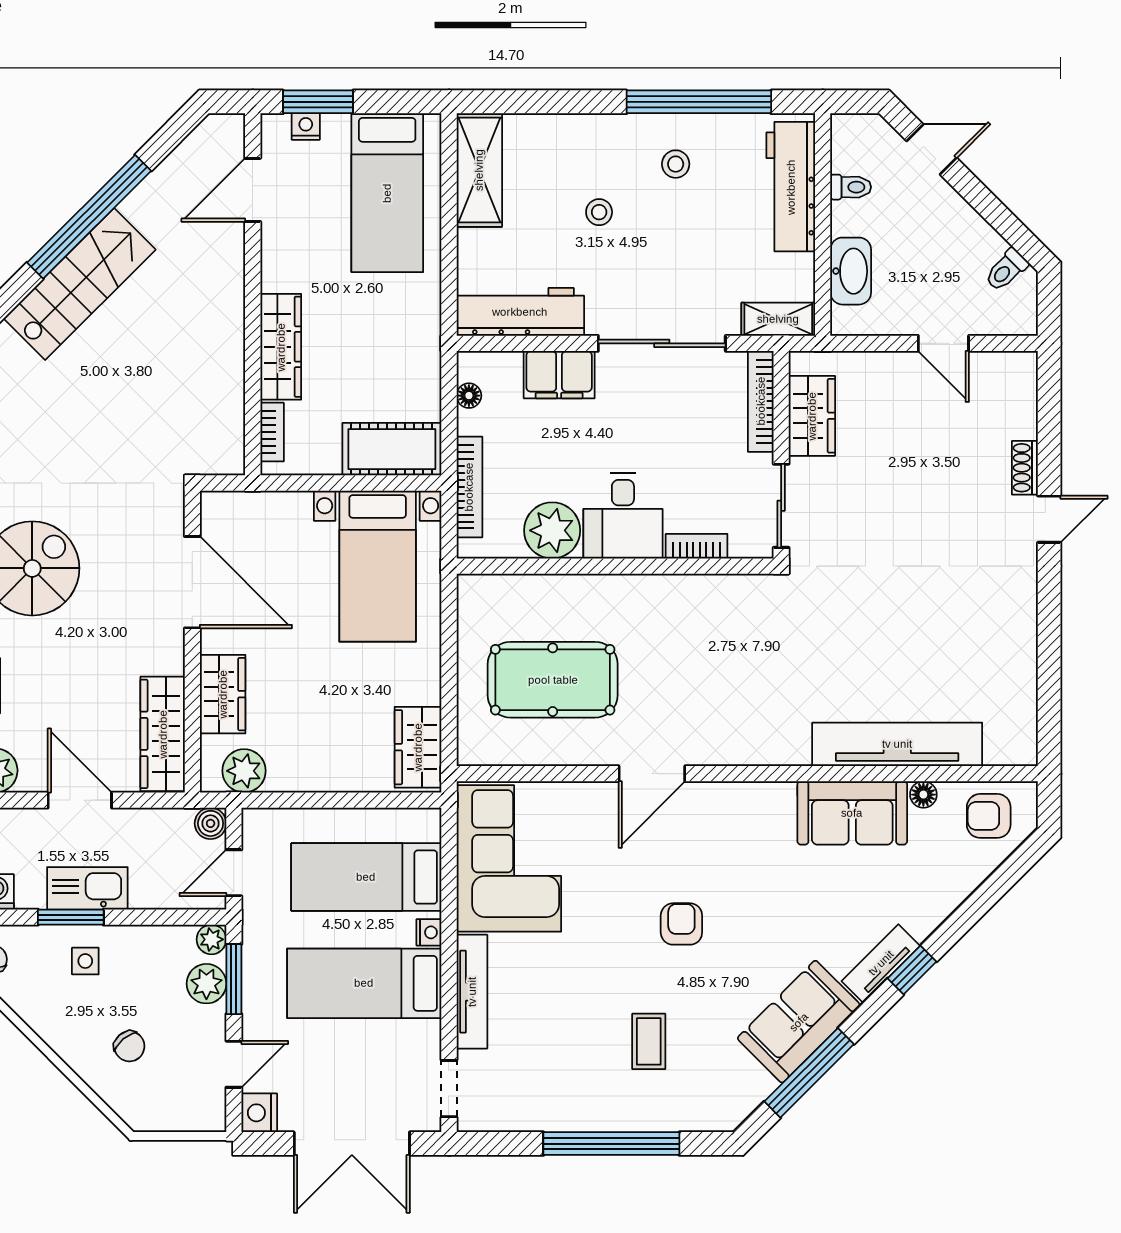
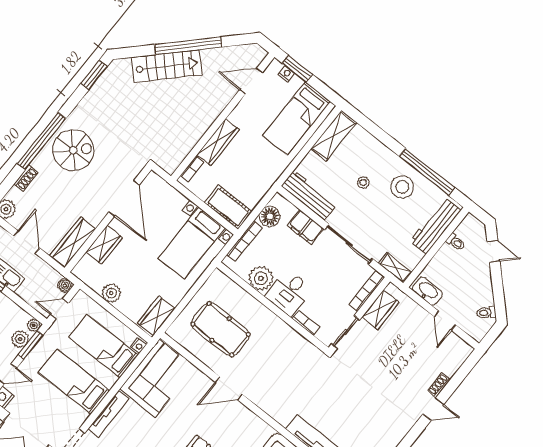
stool: (676, 164) -> (402, 187), width x1.89, depth x1.89
washbasin: (851, 271) -> (427, 291), moved, turned -90
floor lamp: (469, 396) -> (270, 216), width x1.89, depth x1.89
plant: (244, 771) -> (111, 293), moved
nightstand: (429, 932) -> (138, 346), moved

